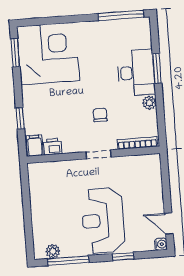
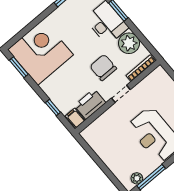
plant: (149, 103) -> (129, 43), width x1.87, depth x1.87
chair: (100, 115) -> (103, 68), width x1.87, depth x1.87
printer: (53, 147) -> (90, 104), width x1.87, depth x1.48

